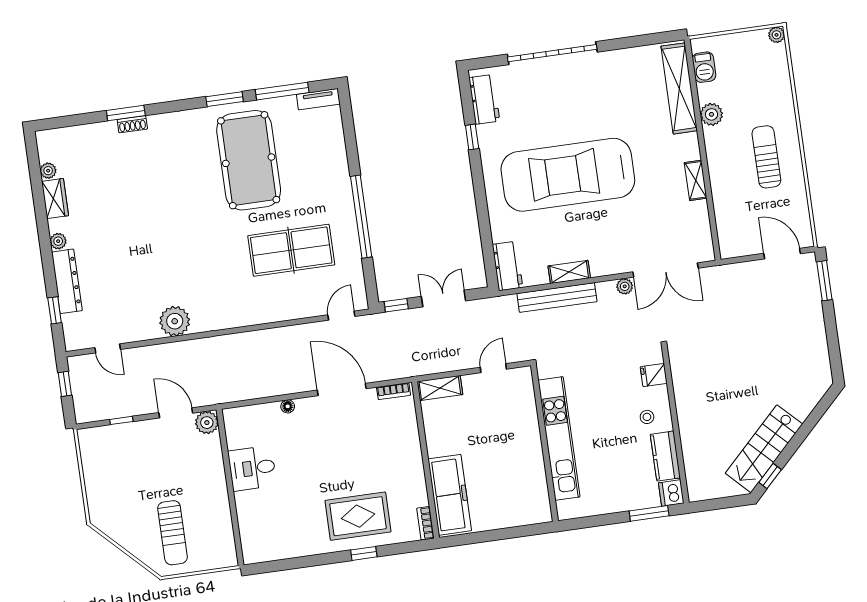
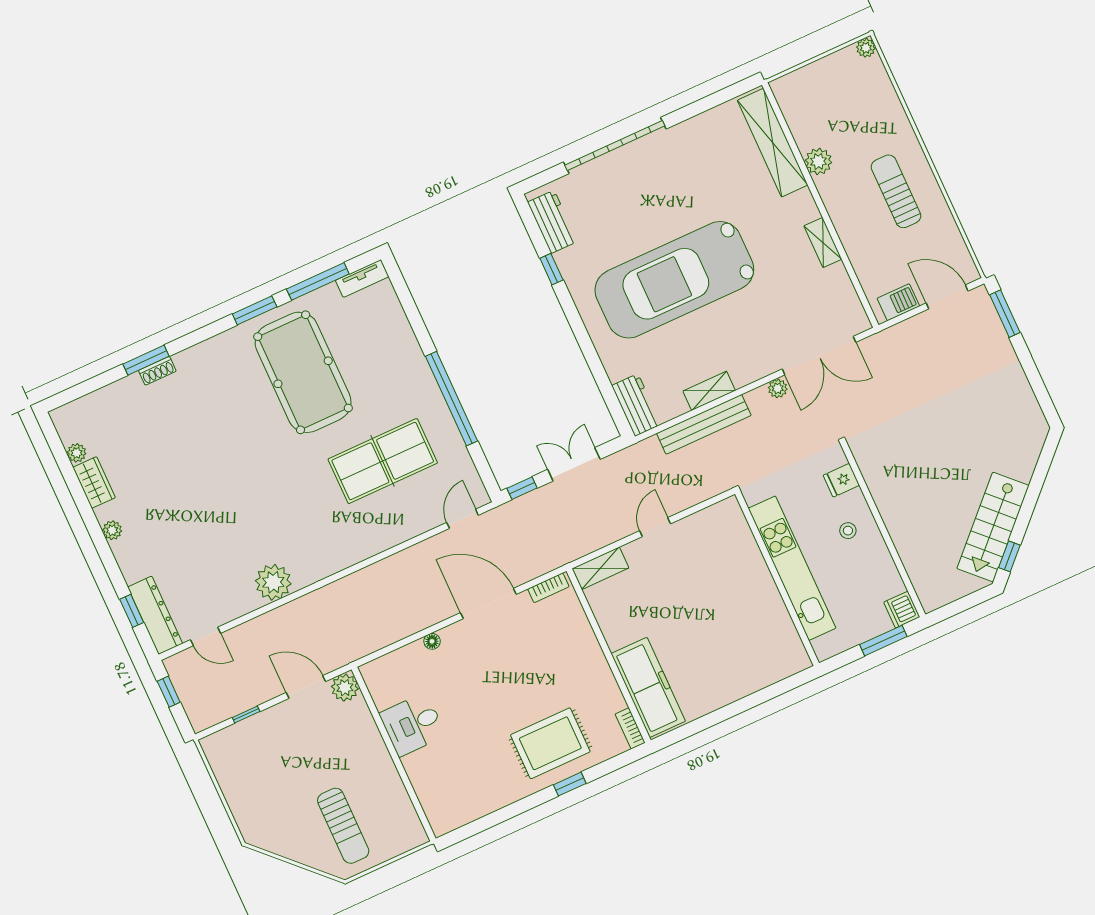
barbecue: (704, 67) -> (898, 302), moved, turned -90
dresser: (67, 281) -> (155, 615), moved
kitchen unit: (559, 439) -> (792, 568), moved
wall: (544, 443) -> (777, 579), moved
kitchen counter: (665, 456) -> (882, 569), removed

